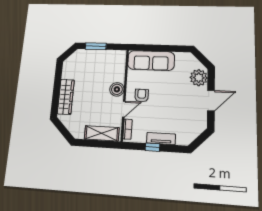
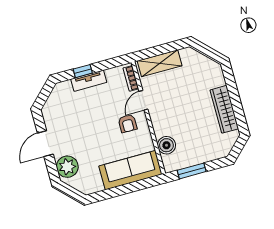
window: (96, 46) -> (192, 171), moved
boiler: (117, 89) -> (166, 145), moved
wardrobe: (66, 97) -> (224, 109), moved
window: (152, 147) -> (83, 71), moved

